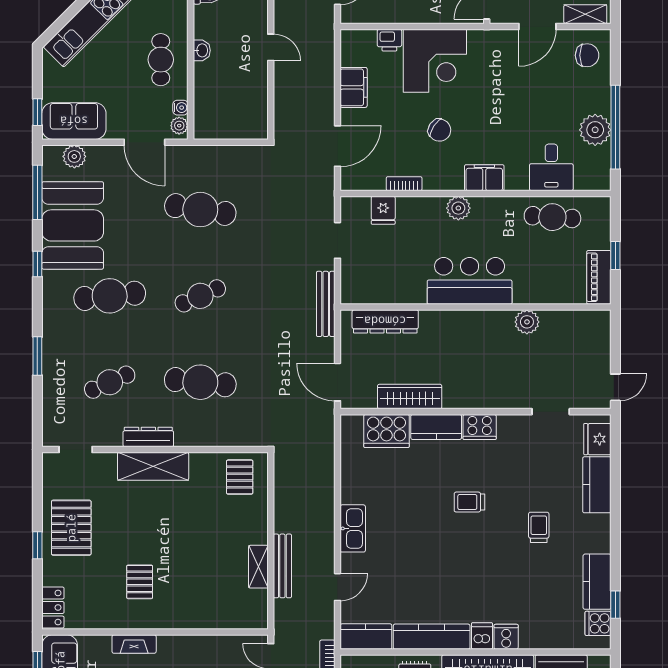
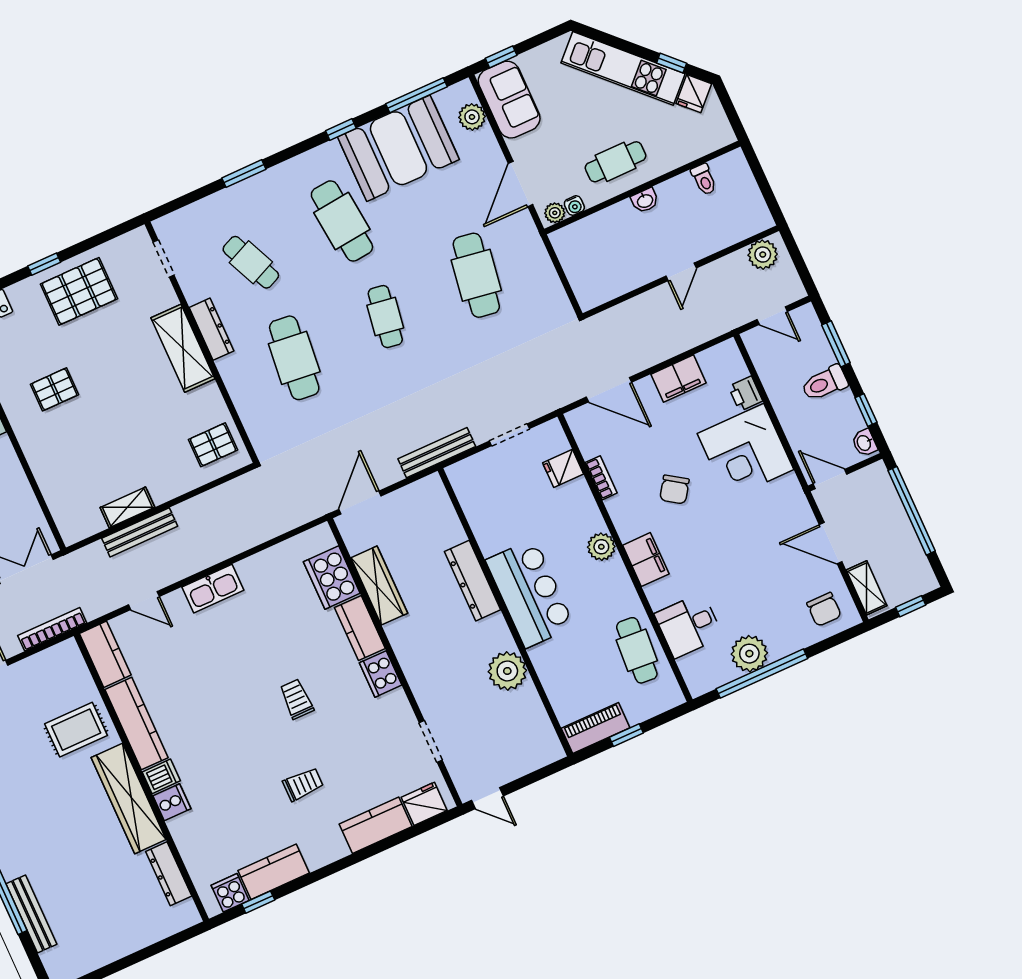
cafe table: (200, 296) -> (385, 317), turned 33
dresser: (385, 321) -> (473, 581), moved
plant: (527, 322) -> (507, 671), width x1.36, depth x1.36

